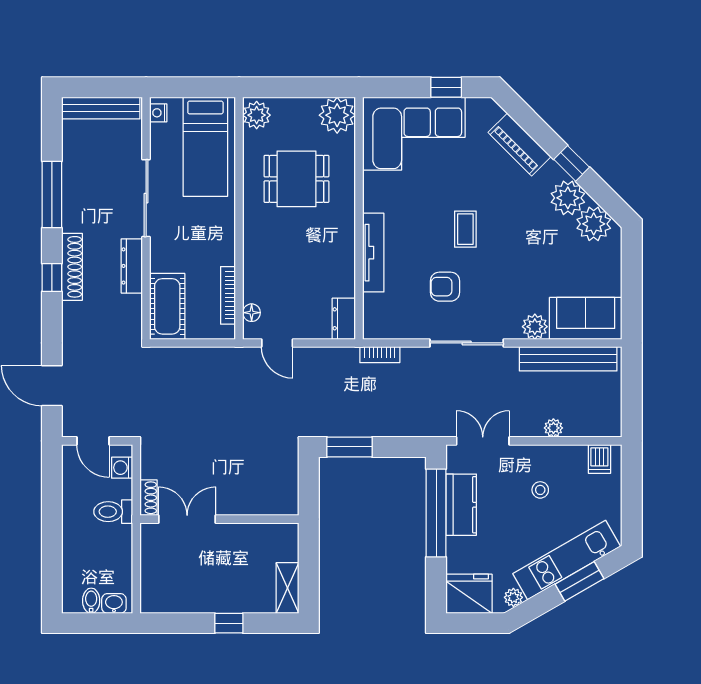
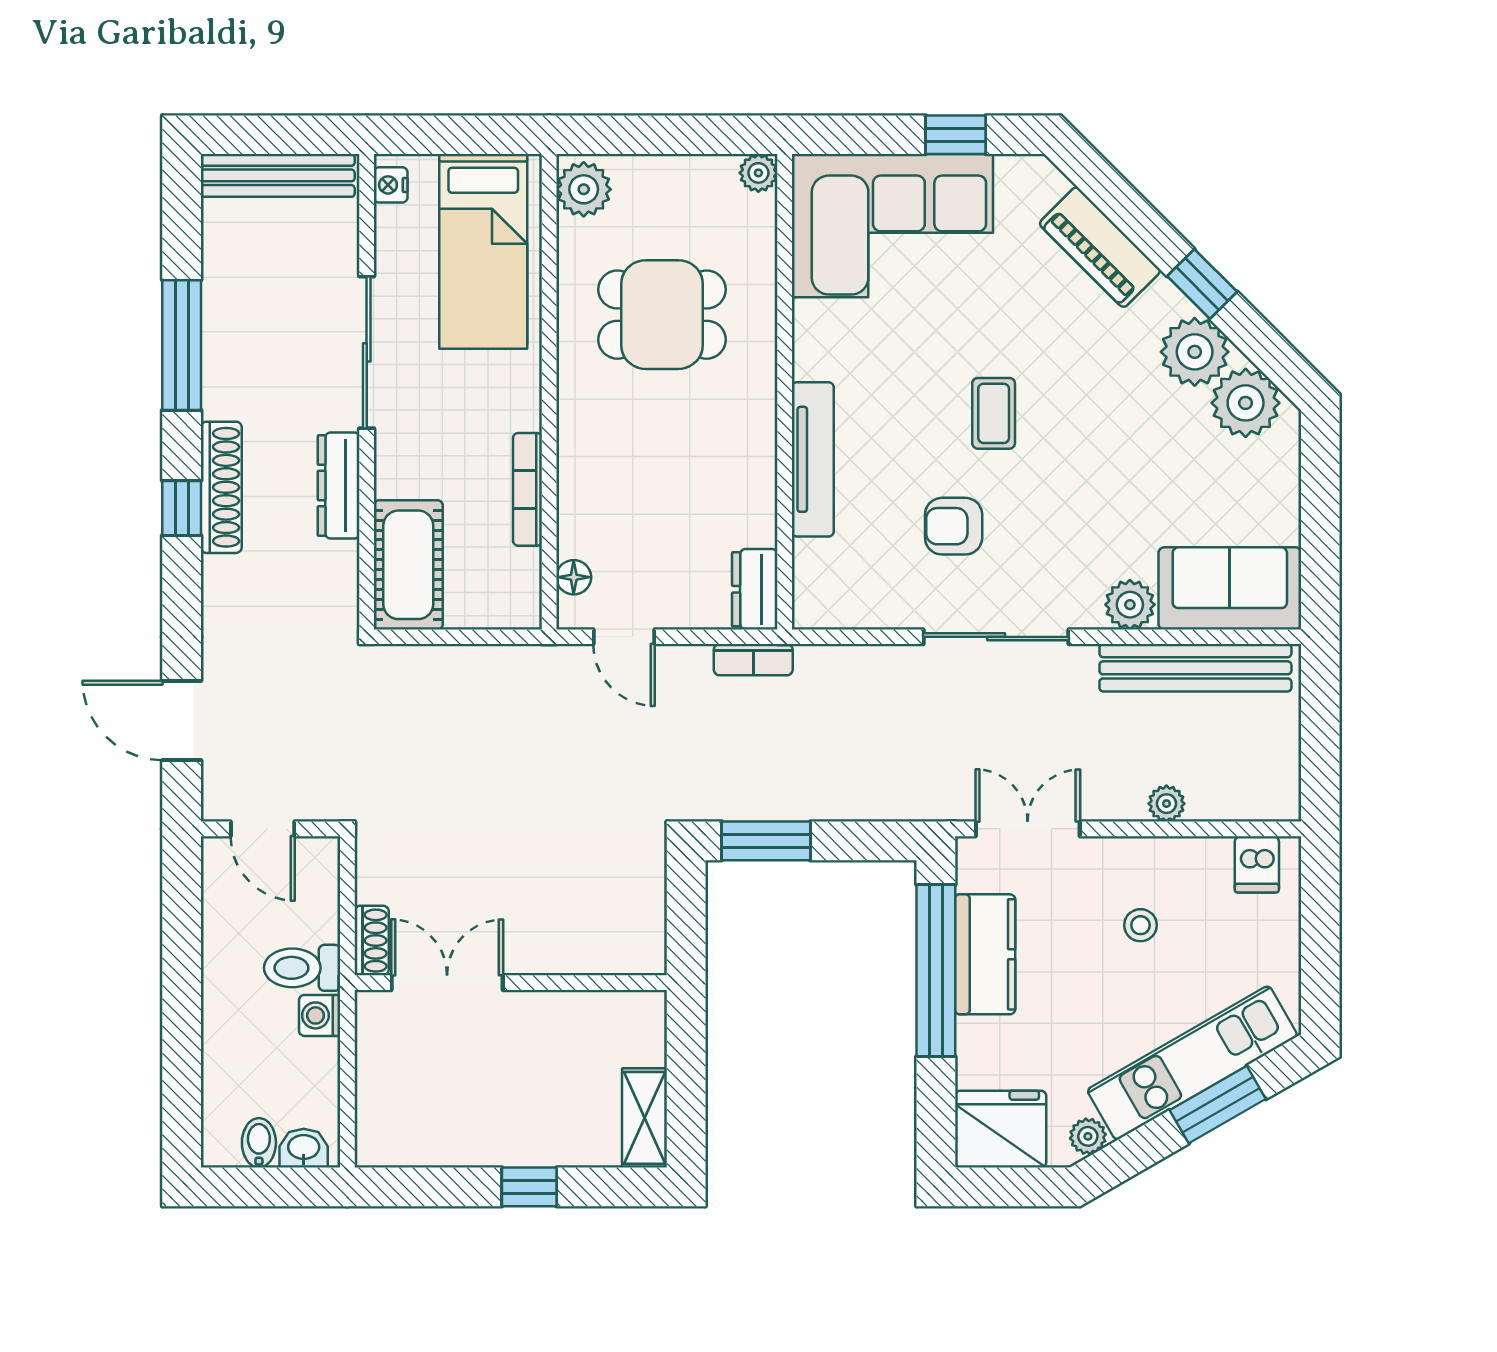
plant: (337, 115) -> (758, 173), width x0.53, depth x0.53
bookcase: (228, 295) -> (528, 489), moved
bookcase: (380, 355) -> (753, 660), moved
washing machine: (122, 468) -> (320, 1015), moved

